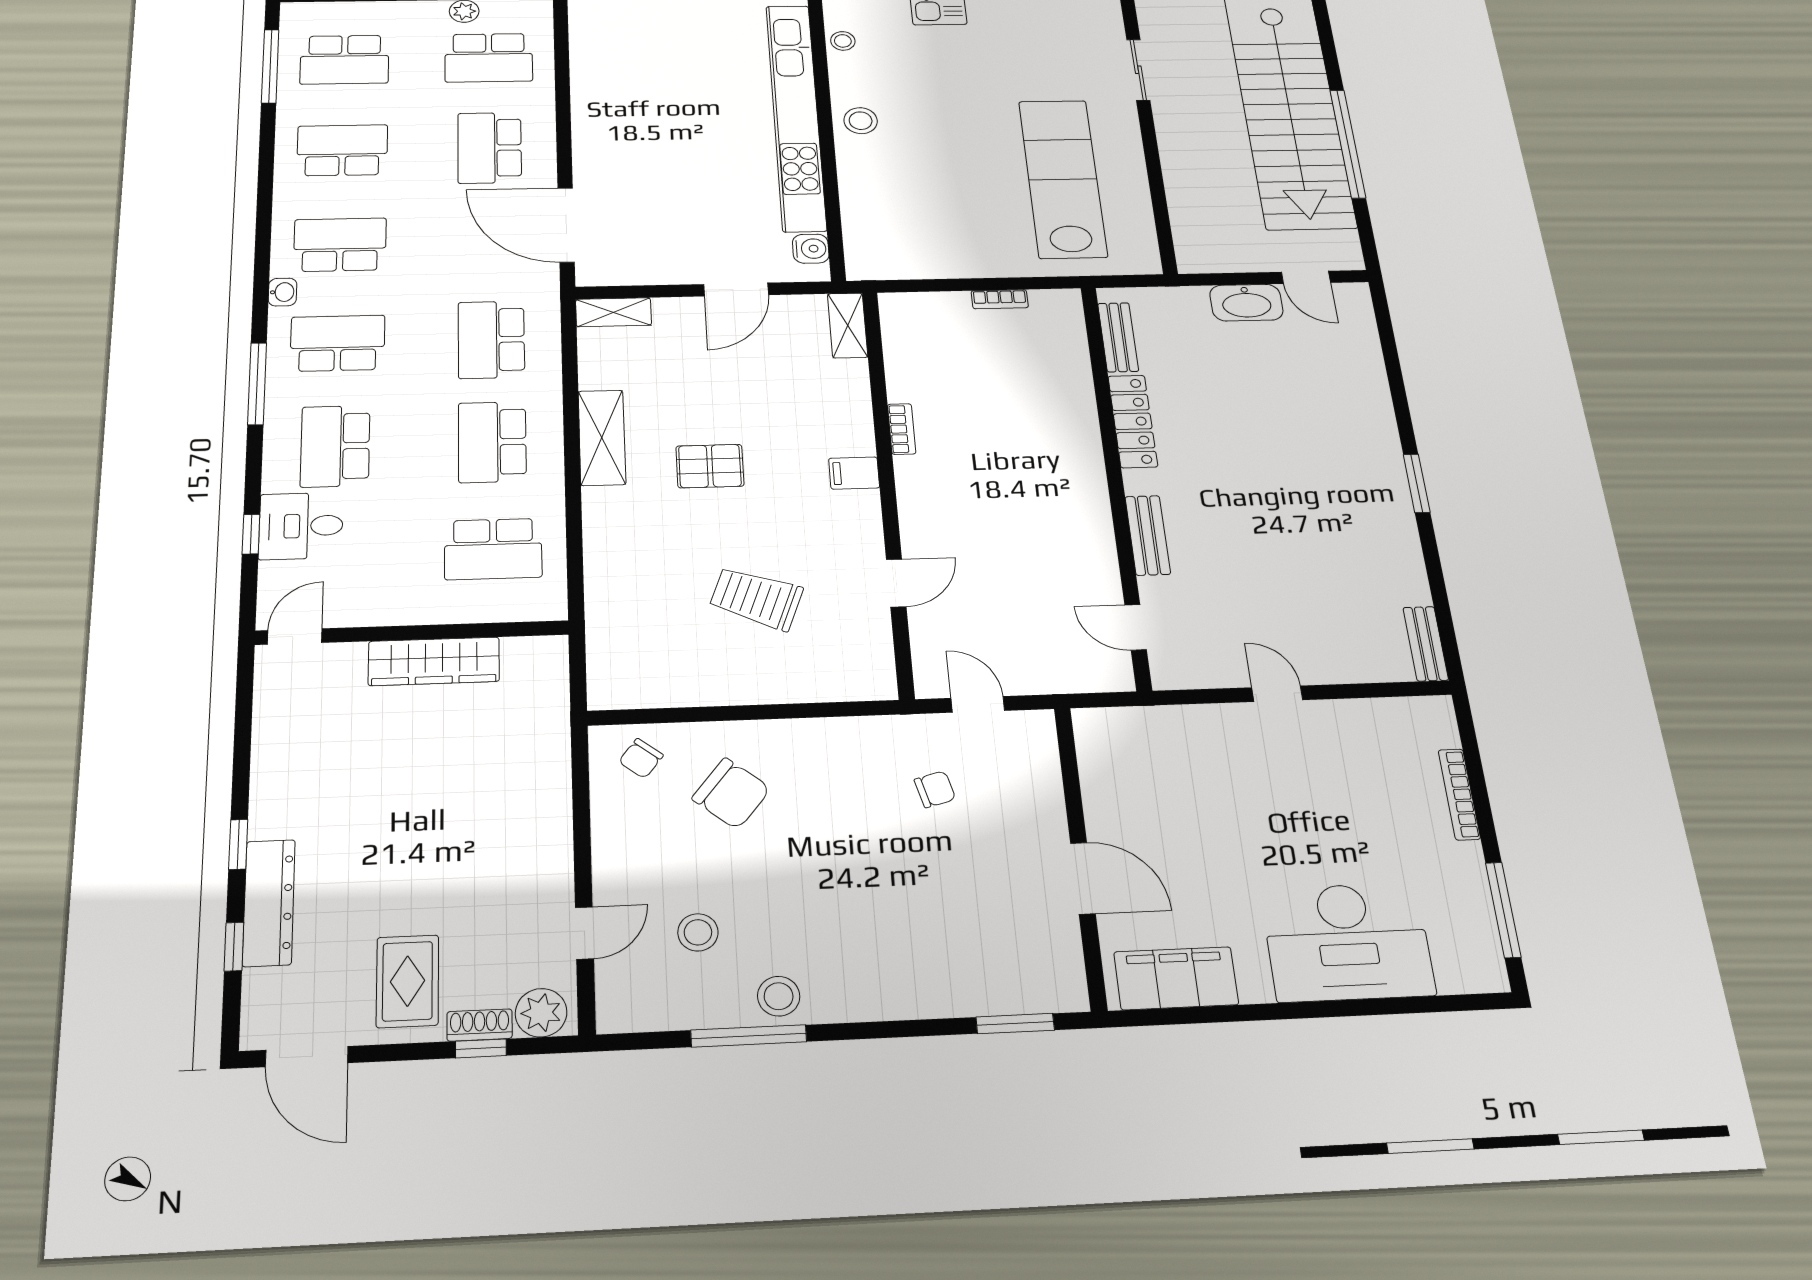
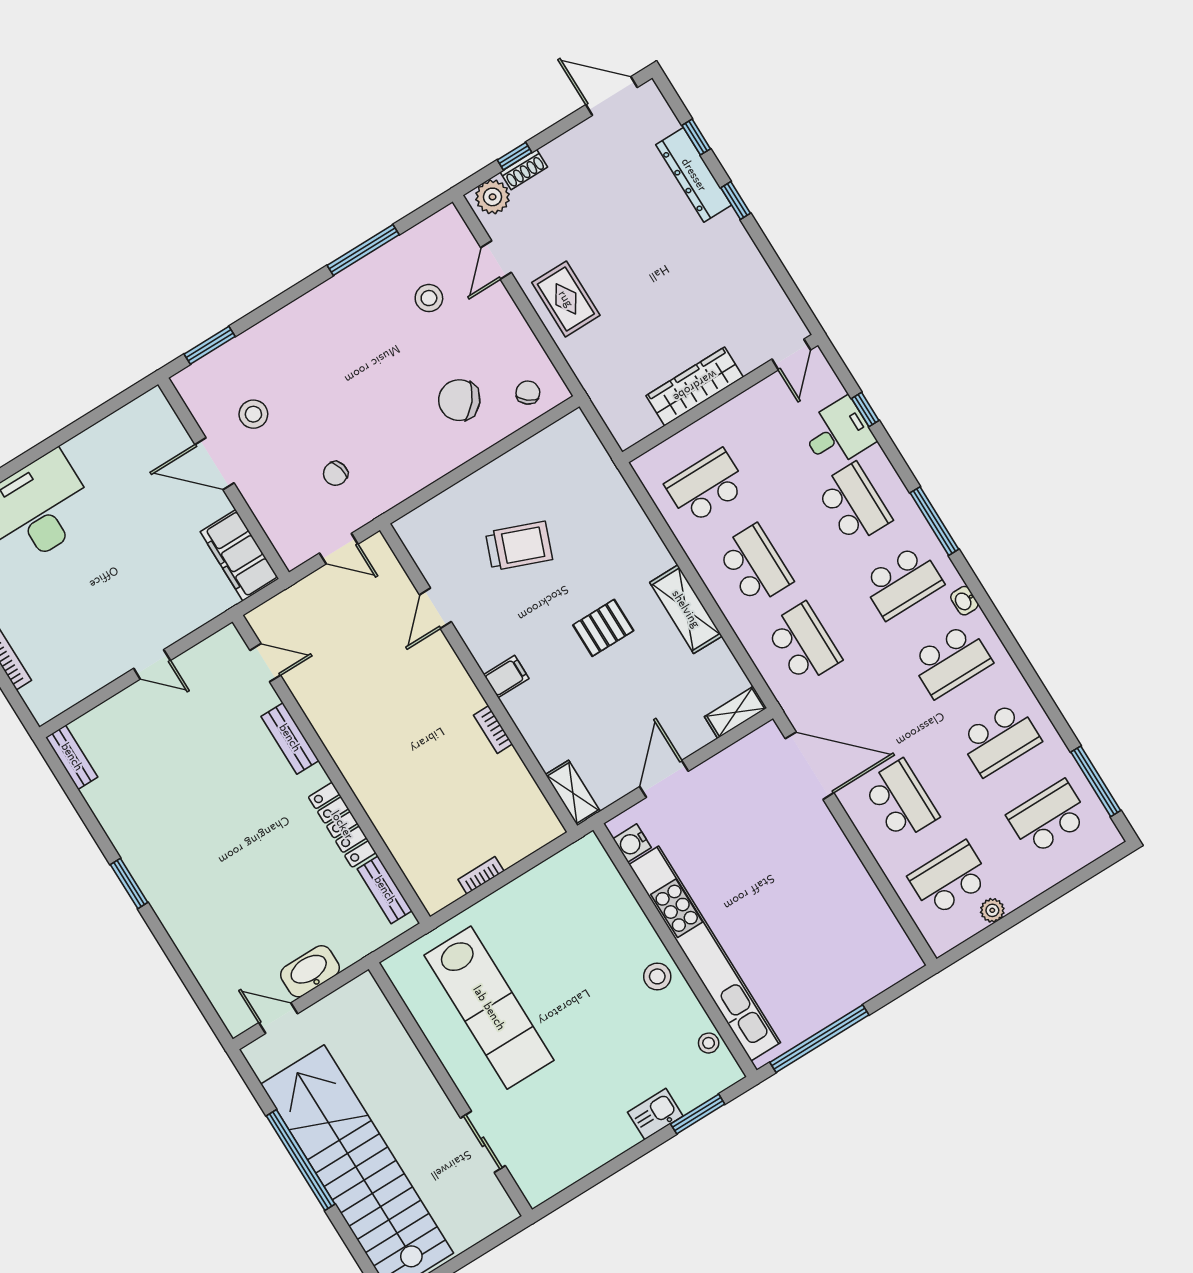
filing cabinet: (1176, 978) -> (239, 555), moved, turned 90
rug: (407, 981) -> (566, 299), moved
stool: (779, 996) -> (253, 414), moved

